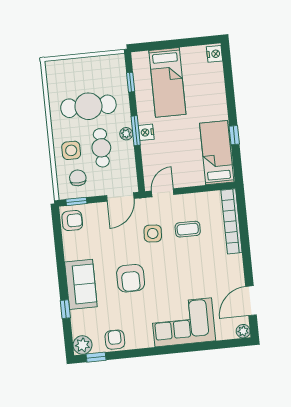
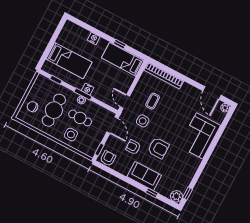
nightstand: (215, 54) -> (94, 38), moved
chair: (78, 178) -> (32, 107), moved
armchair: (115, 340) -> (133, 147), moved

